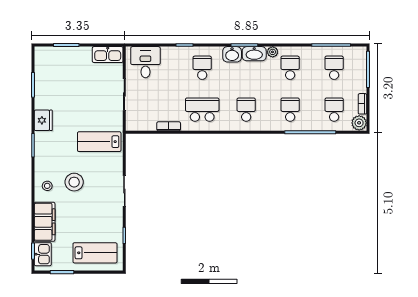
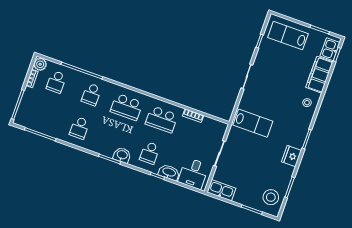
plant: (273, 52) -> (89, 146), removed
washbasin: (254, 54) -> (169, 172), moved
school desk: (334, 68) -> (44, 115), removed
school desk: (246, 110) -> (127, 107), width x1.85
stool: (74, 182) -> (271, 197), moved

